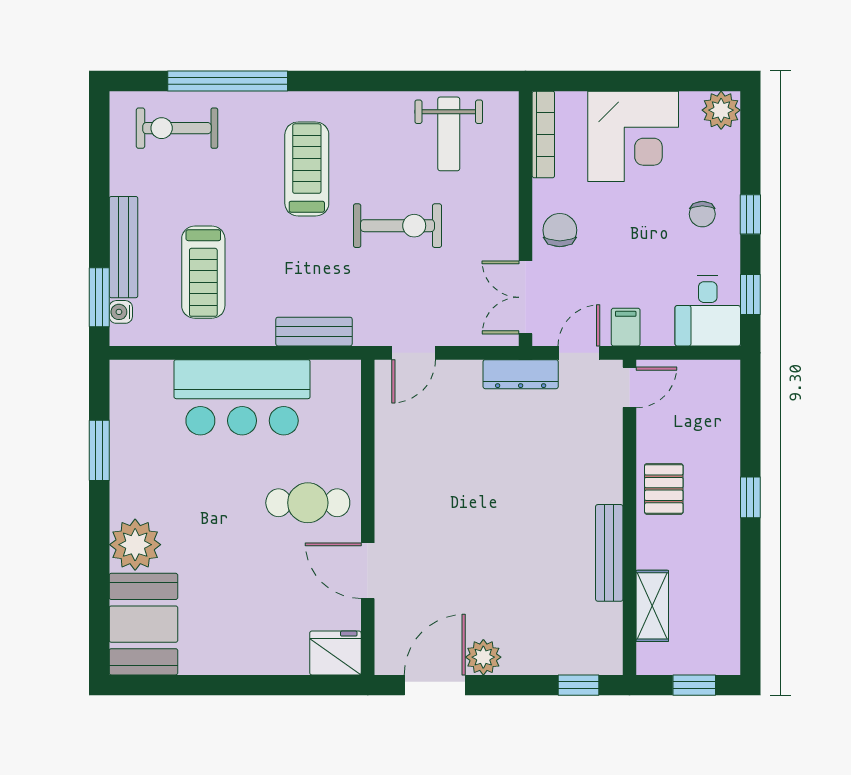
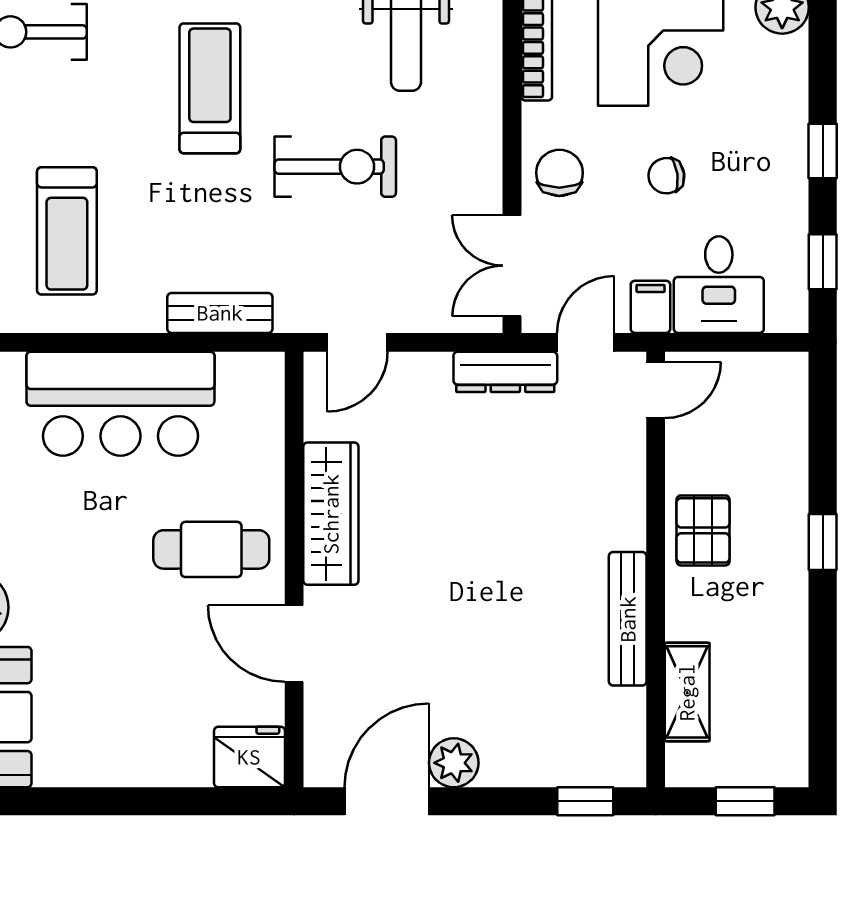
chair: (702, 214) -> (666, 176), moved, turned 82
desk: (708, 311) -> (719, 285), moved
wardrobe: (394, 477) -> (331, 514), added

